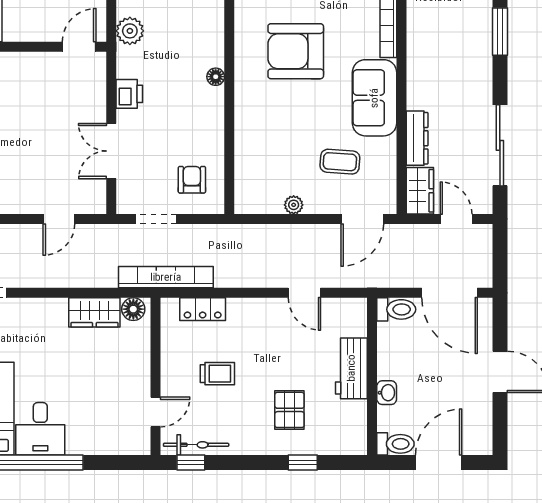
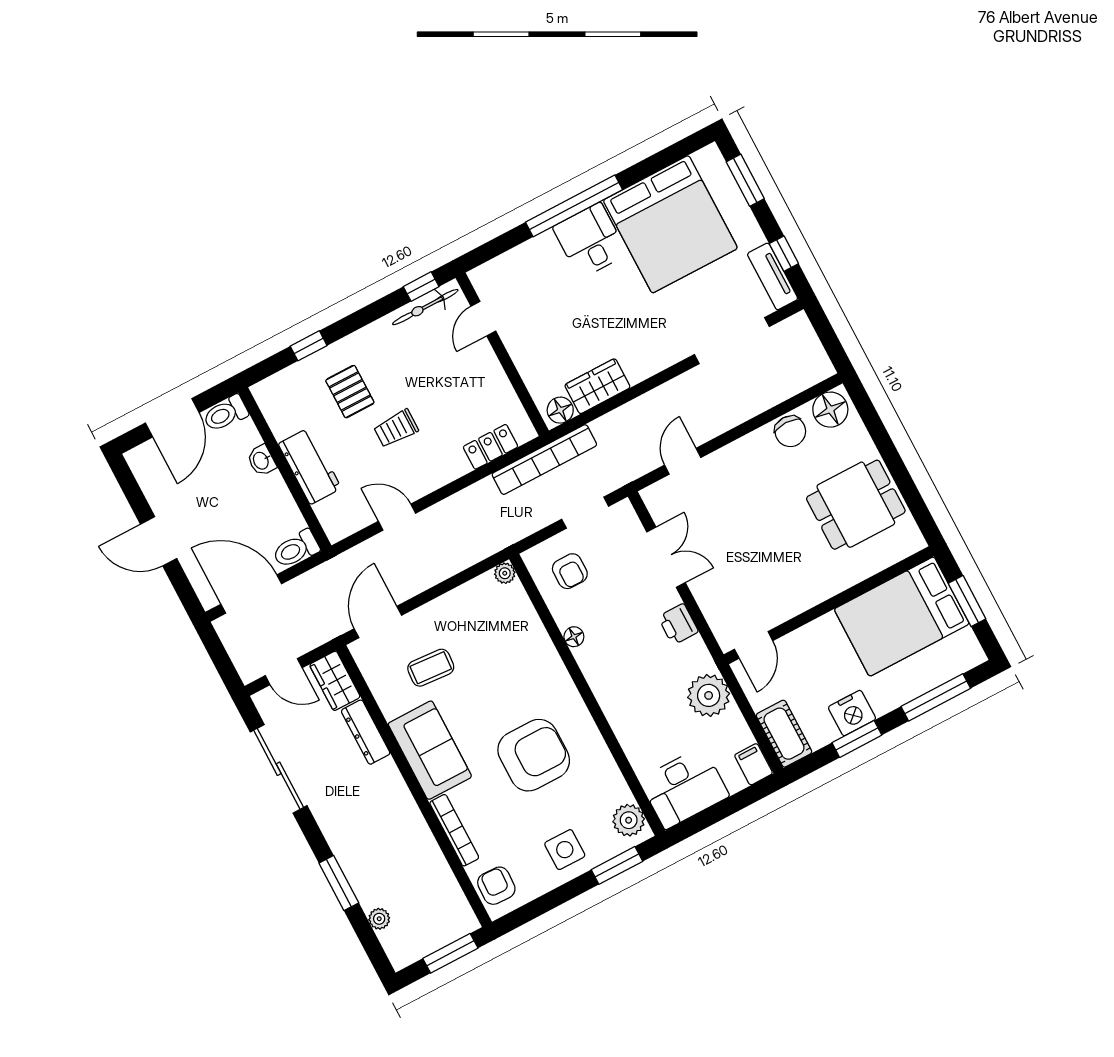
plant: (130, 31) -> (709, 695), width x1.36, depth x1.36
floor lamp: (216, 77) -> (574, 637), moved
plant: (294, 205) -> (505, 573), moved
trolley: (217, 374) -> (396, 428), moved

